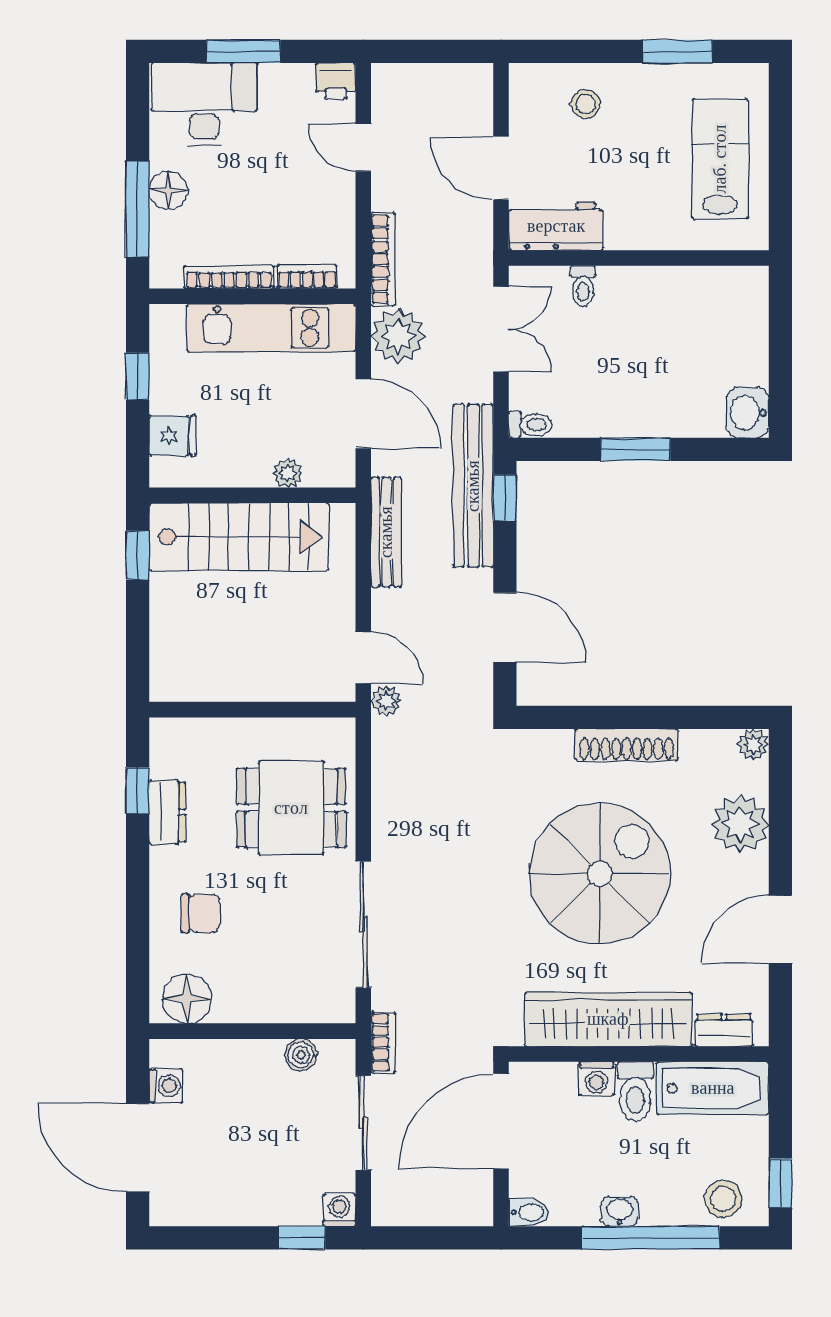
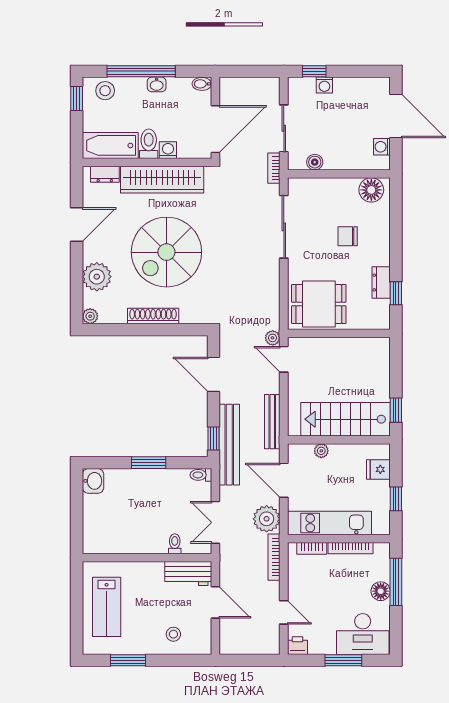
dining table: (291, 808) -> (319, 304), moved
chair: (200, 913) -> (348, 236), moved
washing machine: (339, 1210) -> (324, 85), moved

